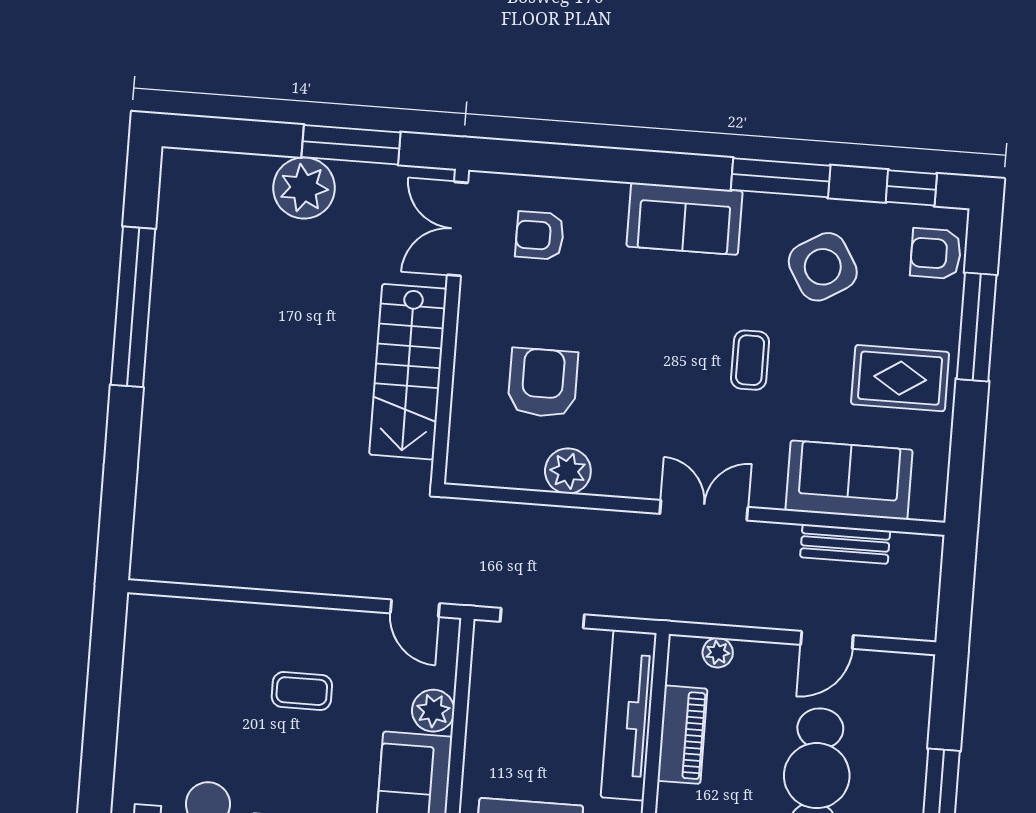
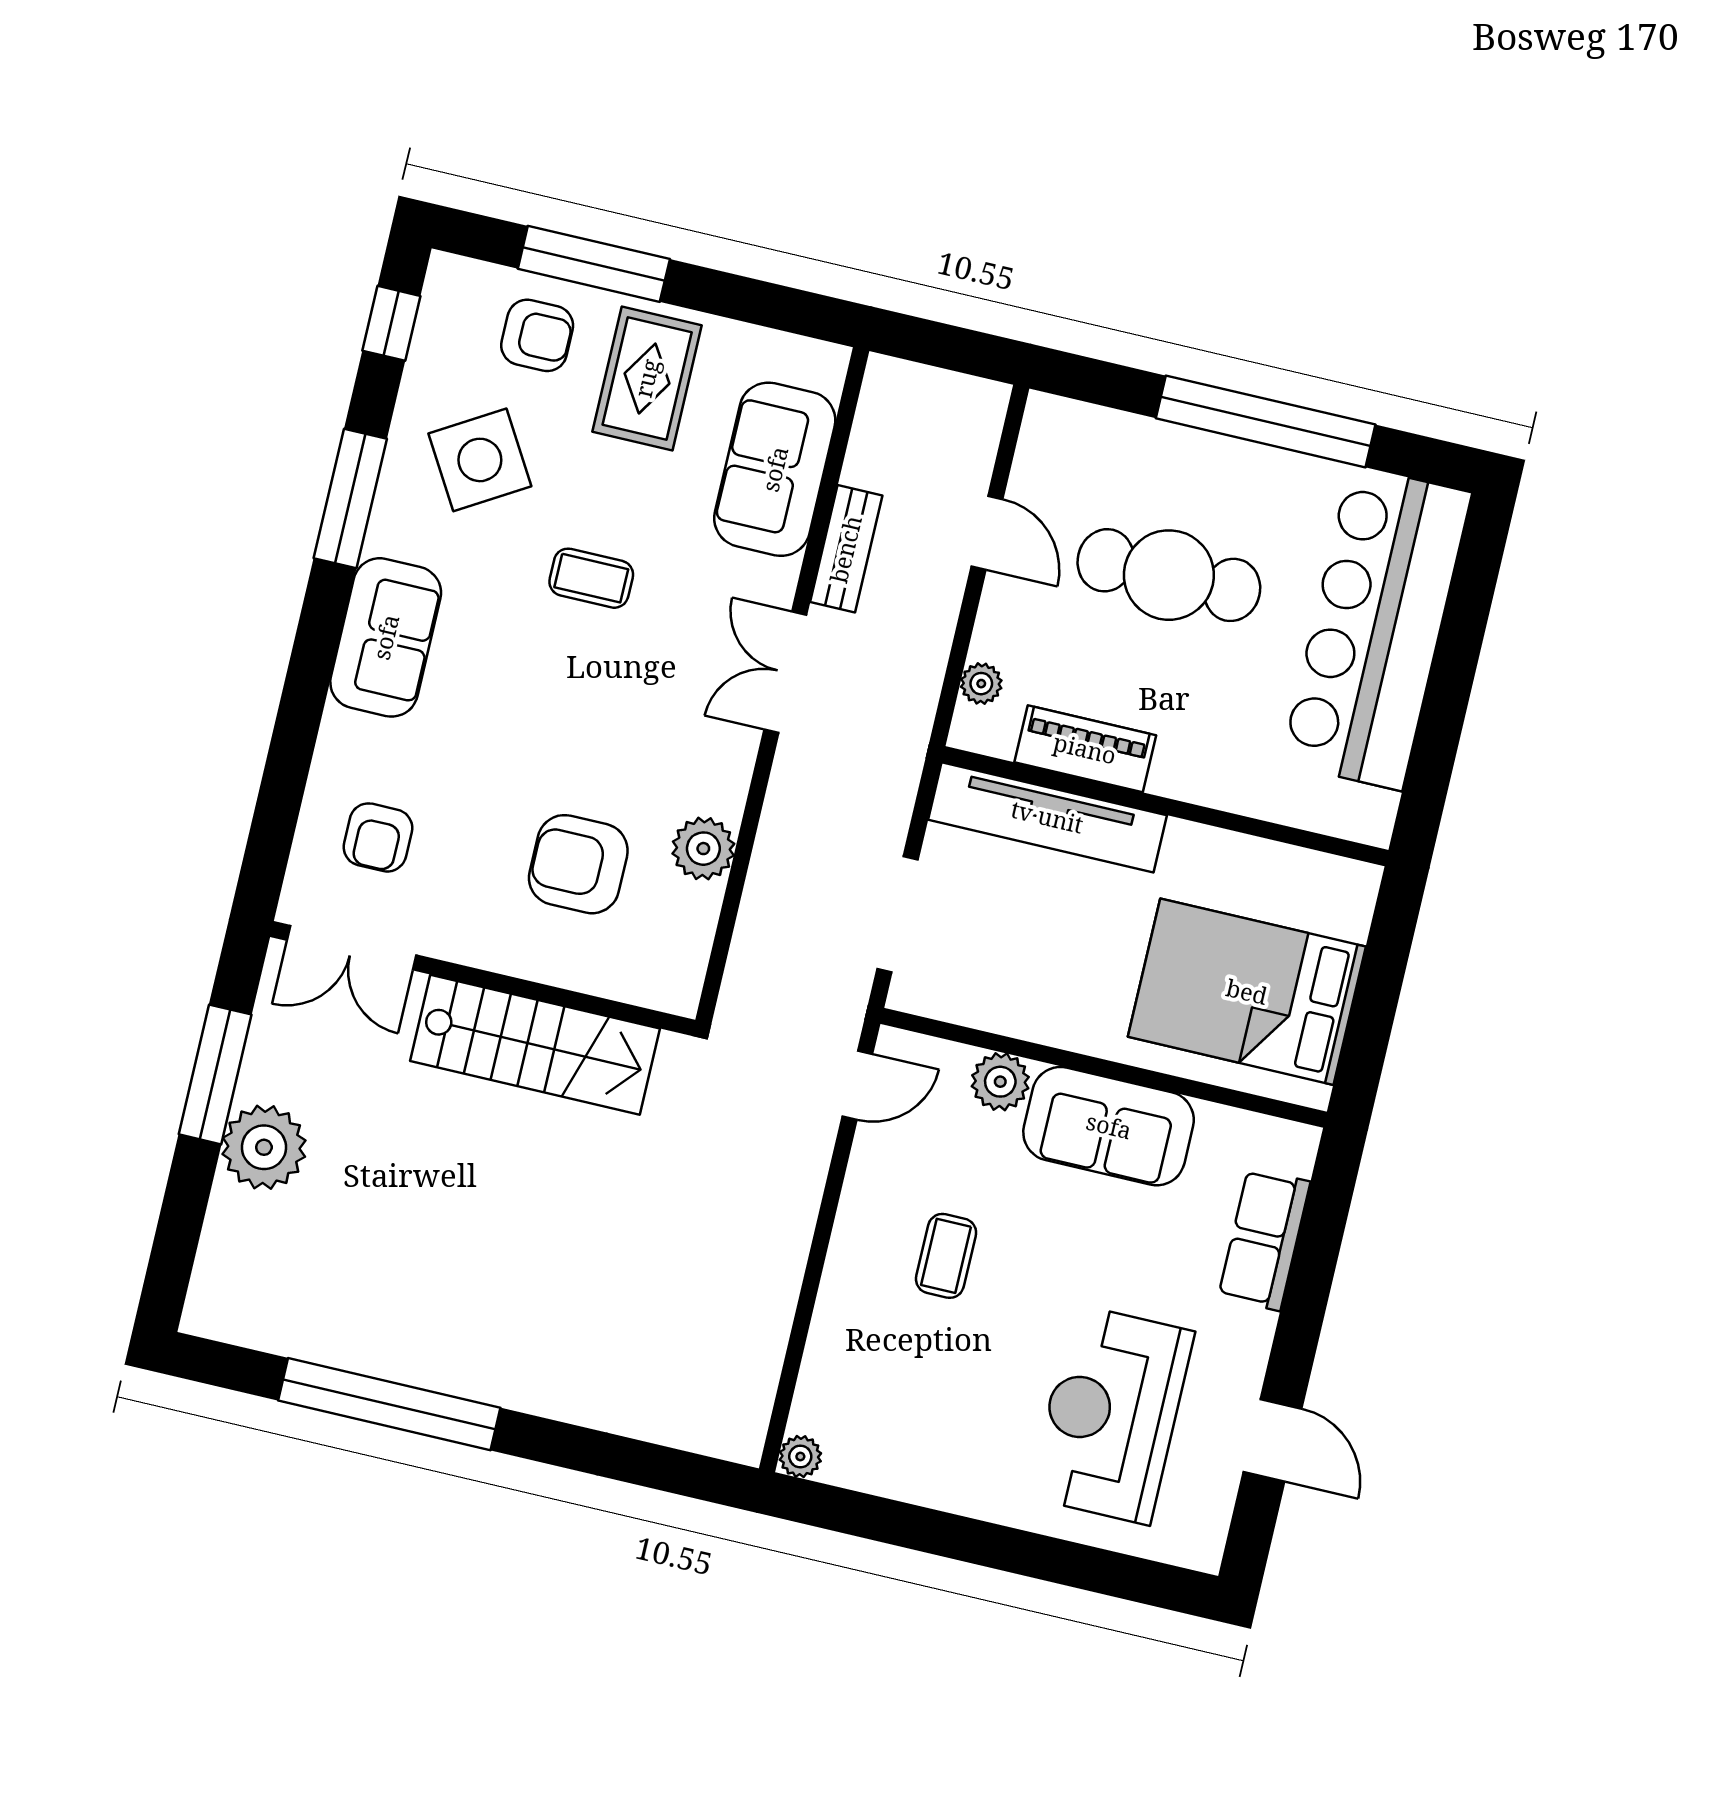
armchair: (936, 254) -> (537, 335), moved, turned -90
bench: (845, 544) -> (846, 549), moved
plant: (141, 609) -> (800, 1457), added

